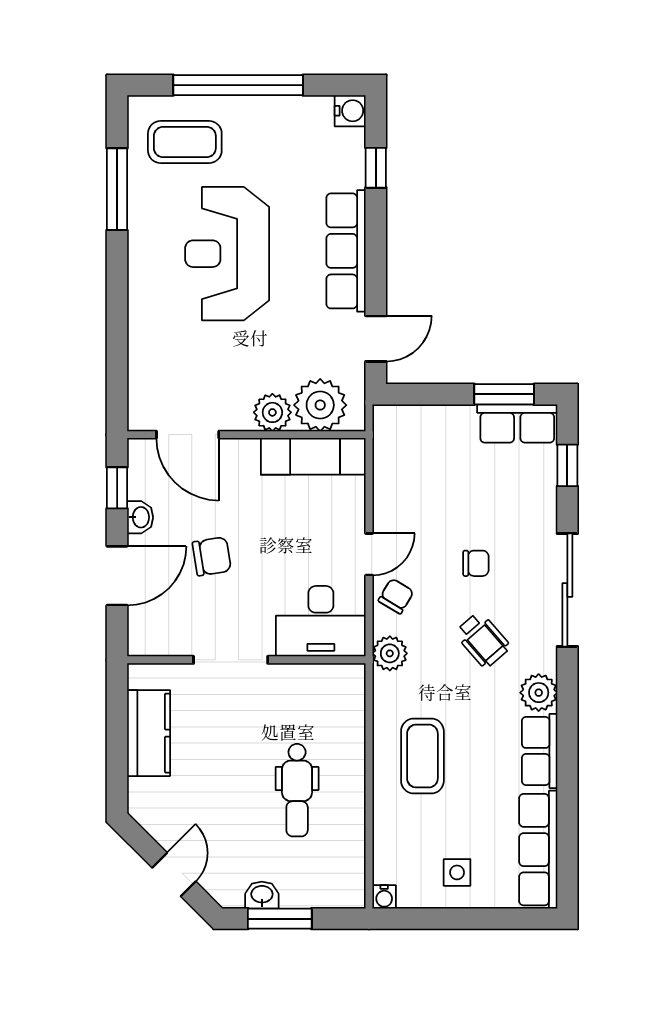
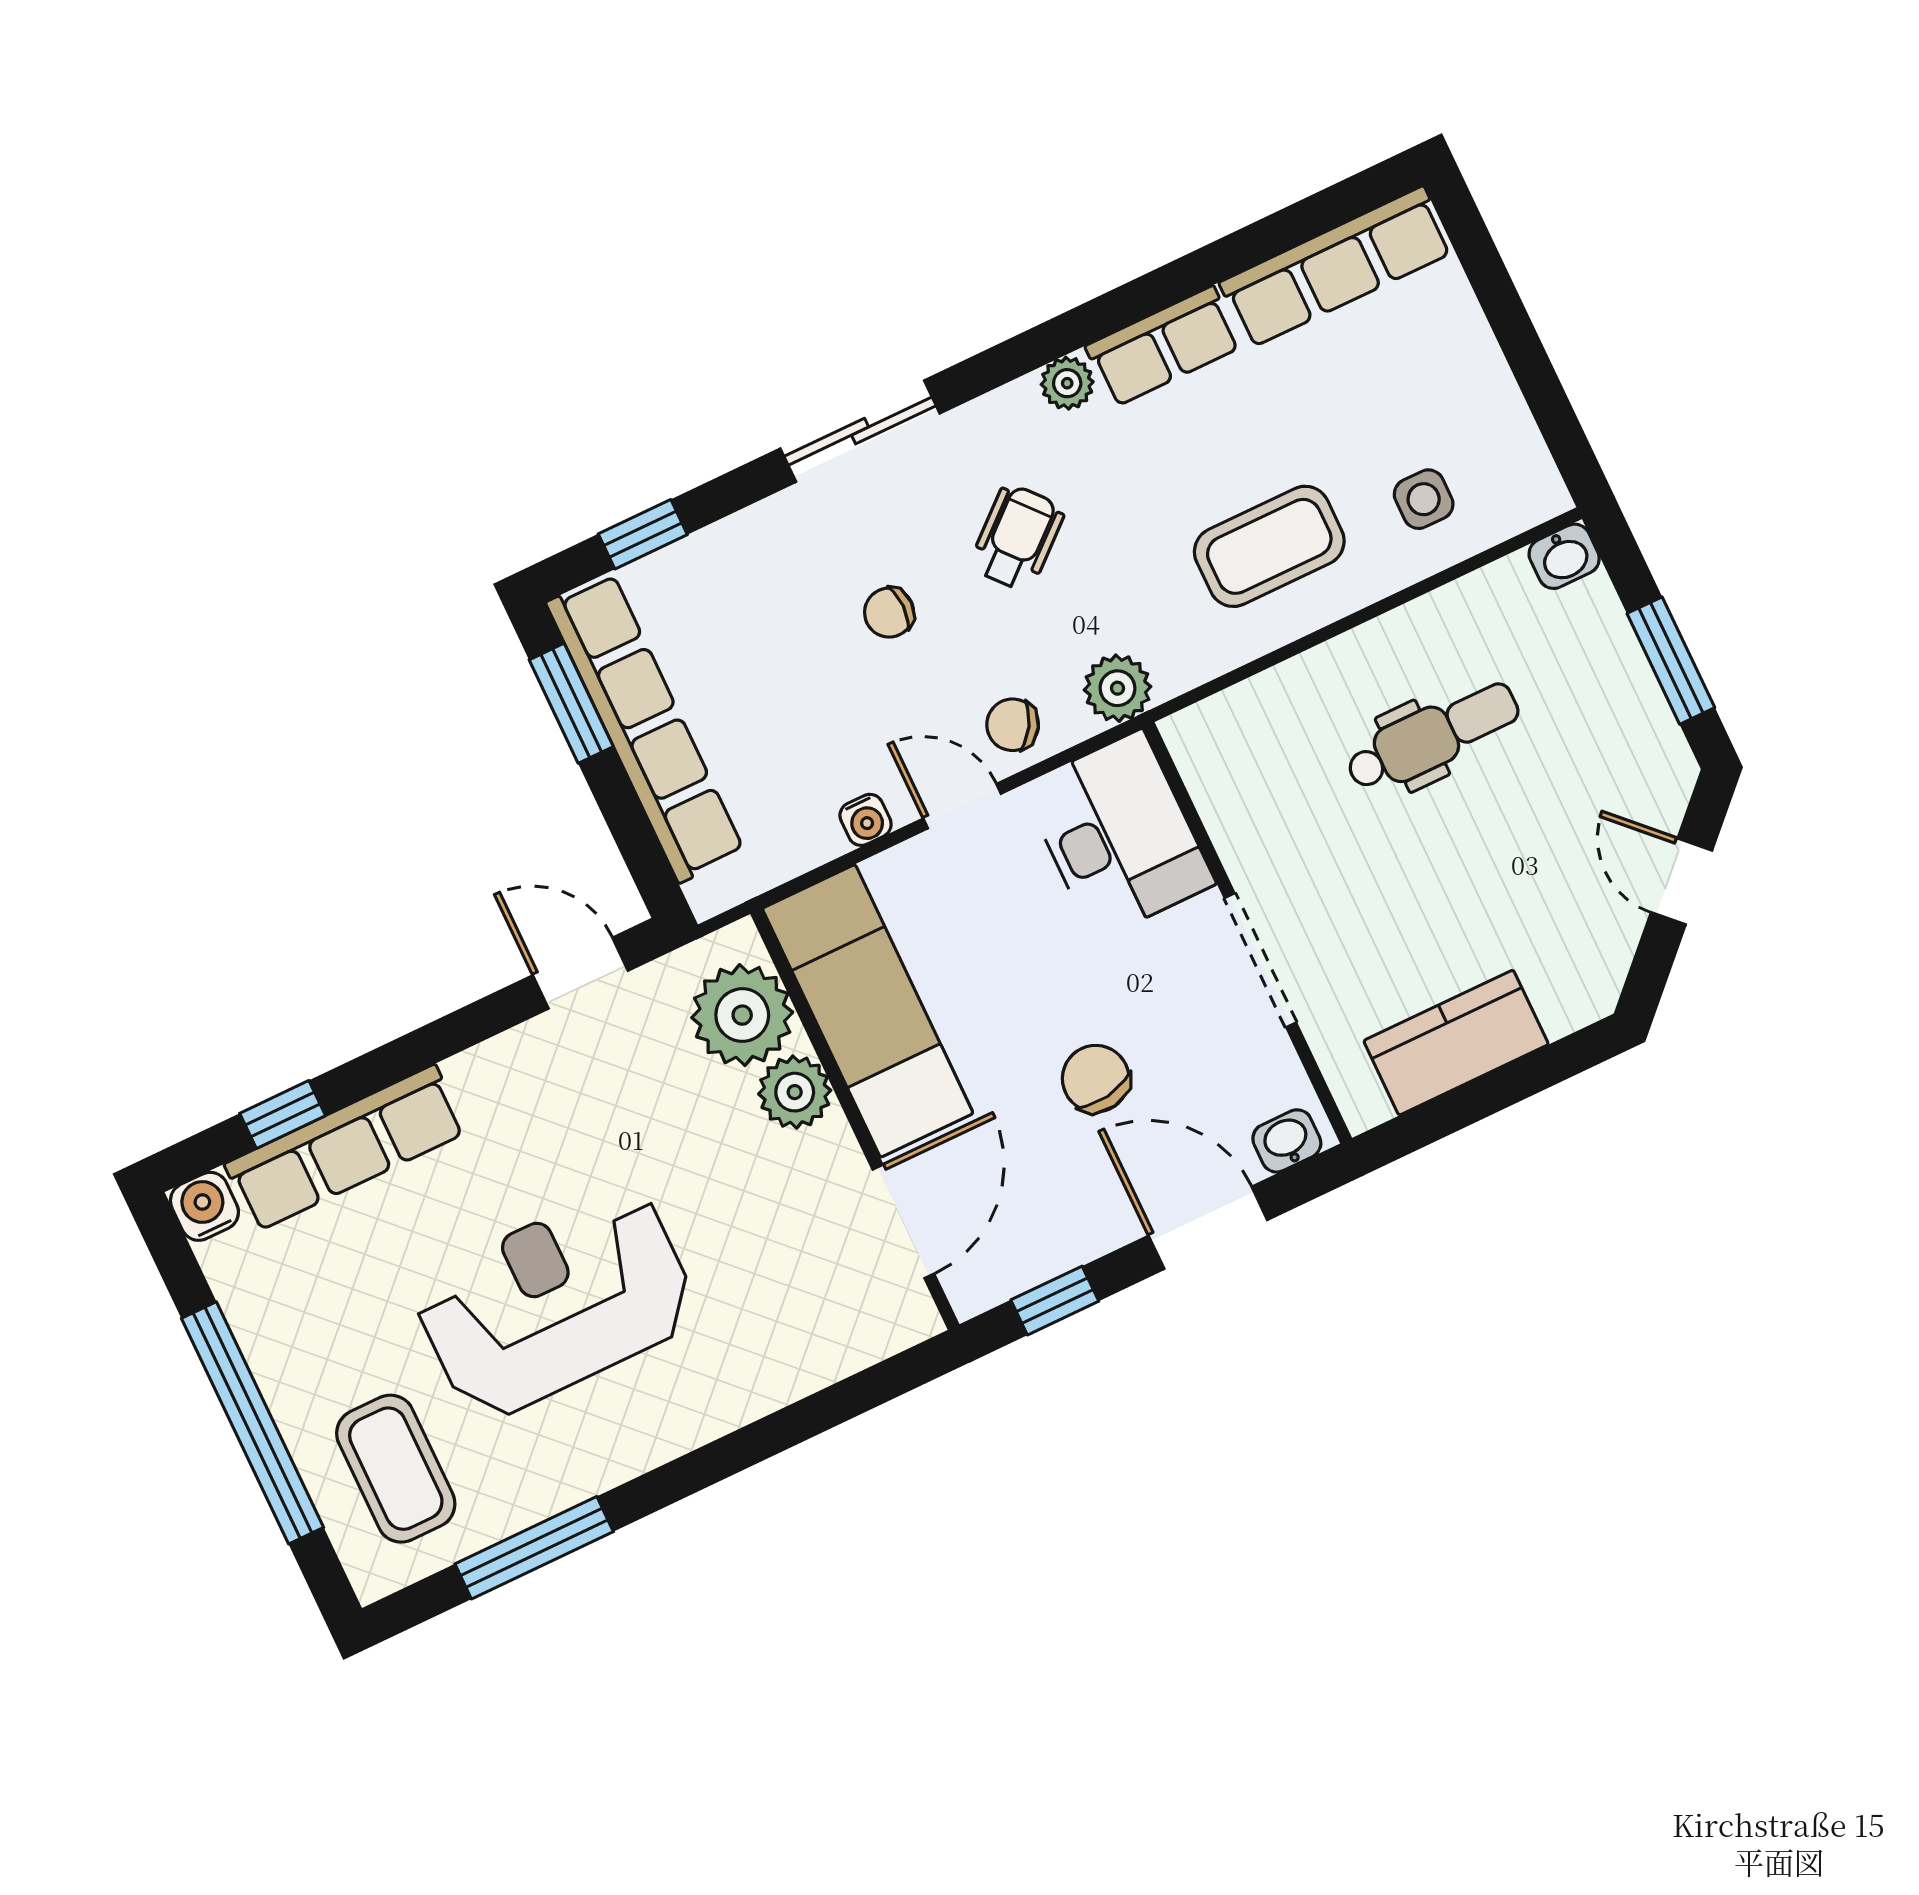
row of seats: (346, 251) -> (346, 1148), moved
reception desk: (227, 254) -> (555, 1302), turned 180
row of seats: (517, 424) -> (645, 727), width x2.02
exam couch: (313, 456) -> (868, 1011), width x1.36, depth x1.45
washbasin: (140, 517) -> (1287, 1141), moved
chair: (476, 563) -> (889, 613), turned -90
sliding door: (567, 590) -> (860, 431), width x0.73
plant: (539, 693) -> (1067, 383), width x0.73, depth x0.73
side table: (457, 872) -> (1424, 499), moved
door: (174, 875) -> (1682, 881), hinge flipped
washbasin: (262, 895) -> (1564, 556), moved, turned -90
water cooler: (384, 897) -> (866, 820), moved, turned 90

